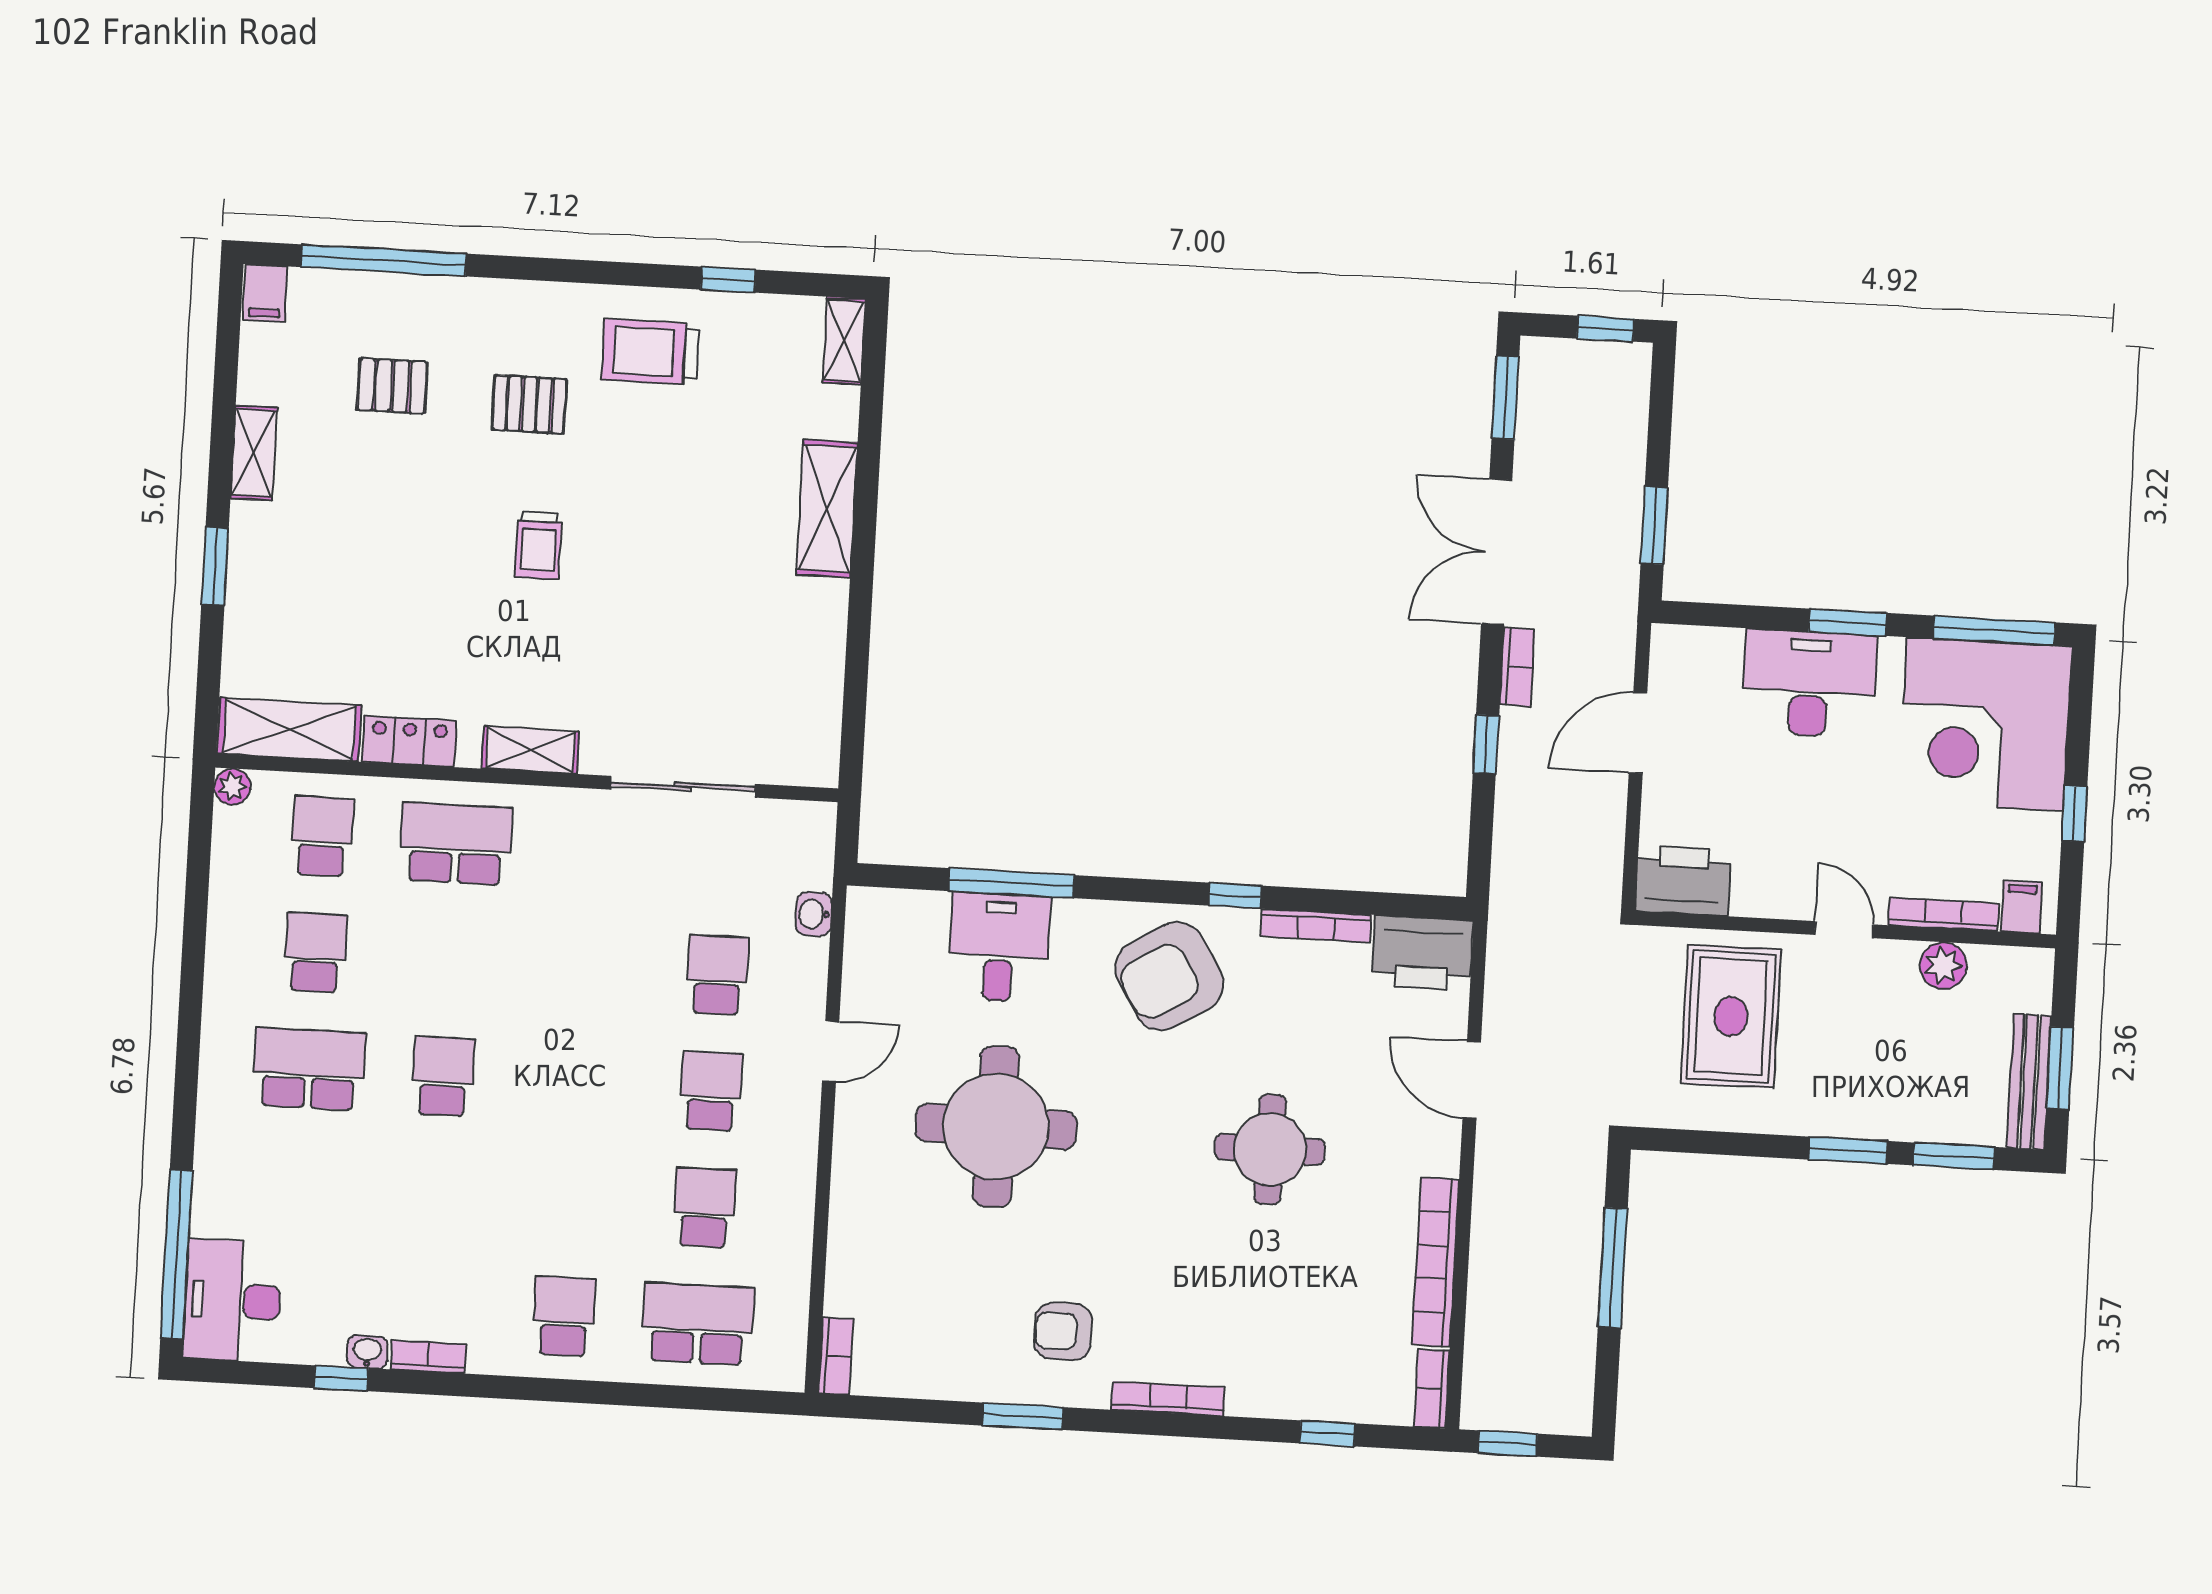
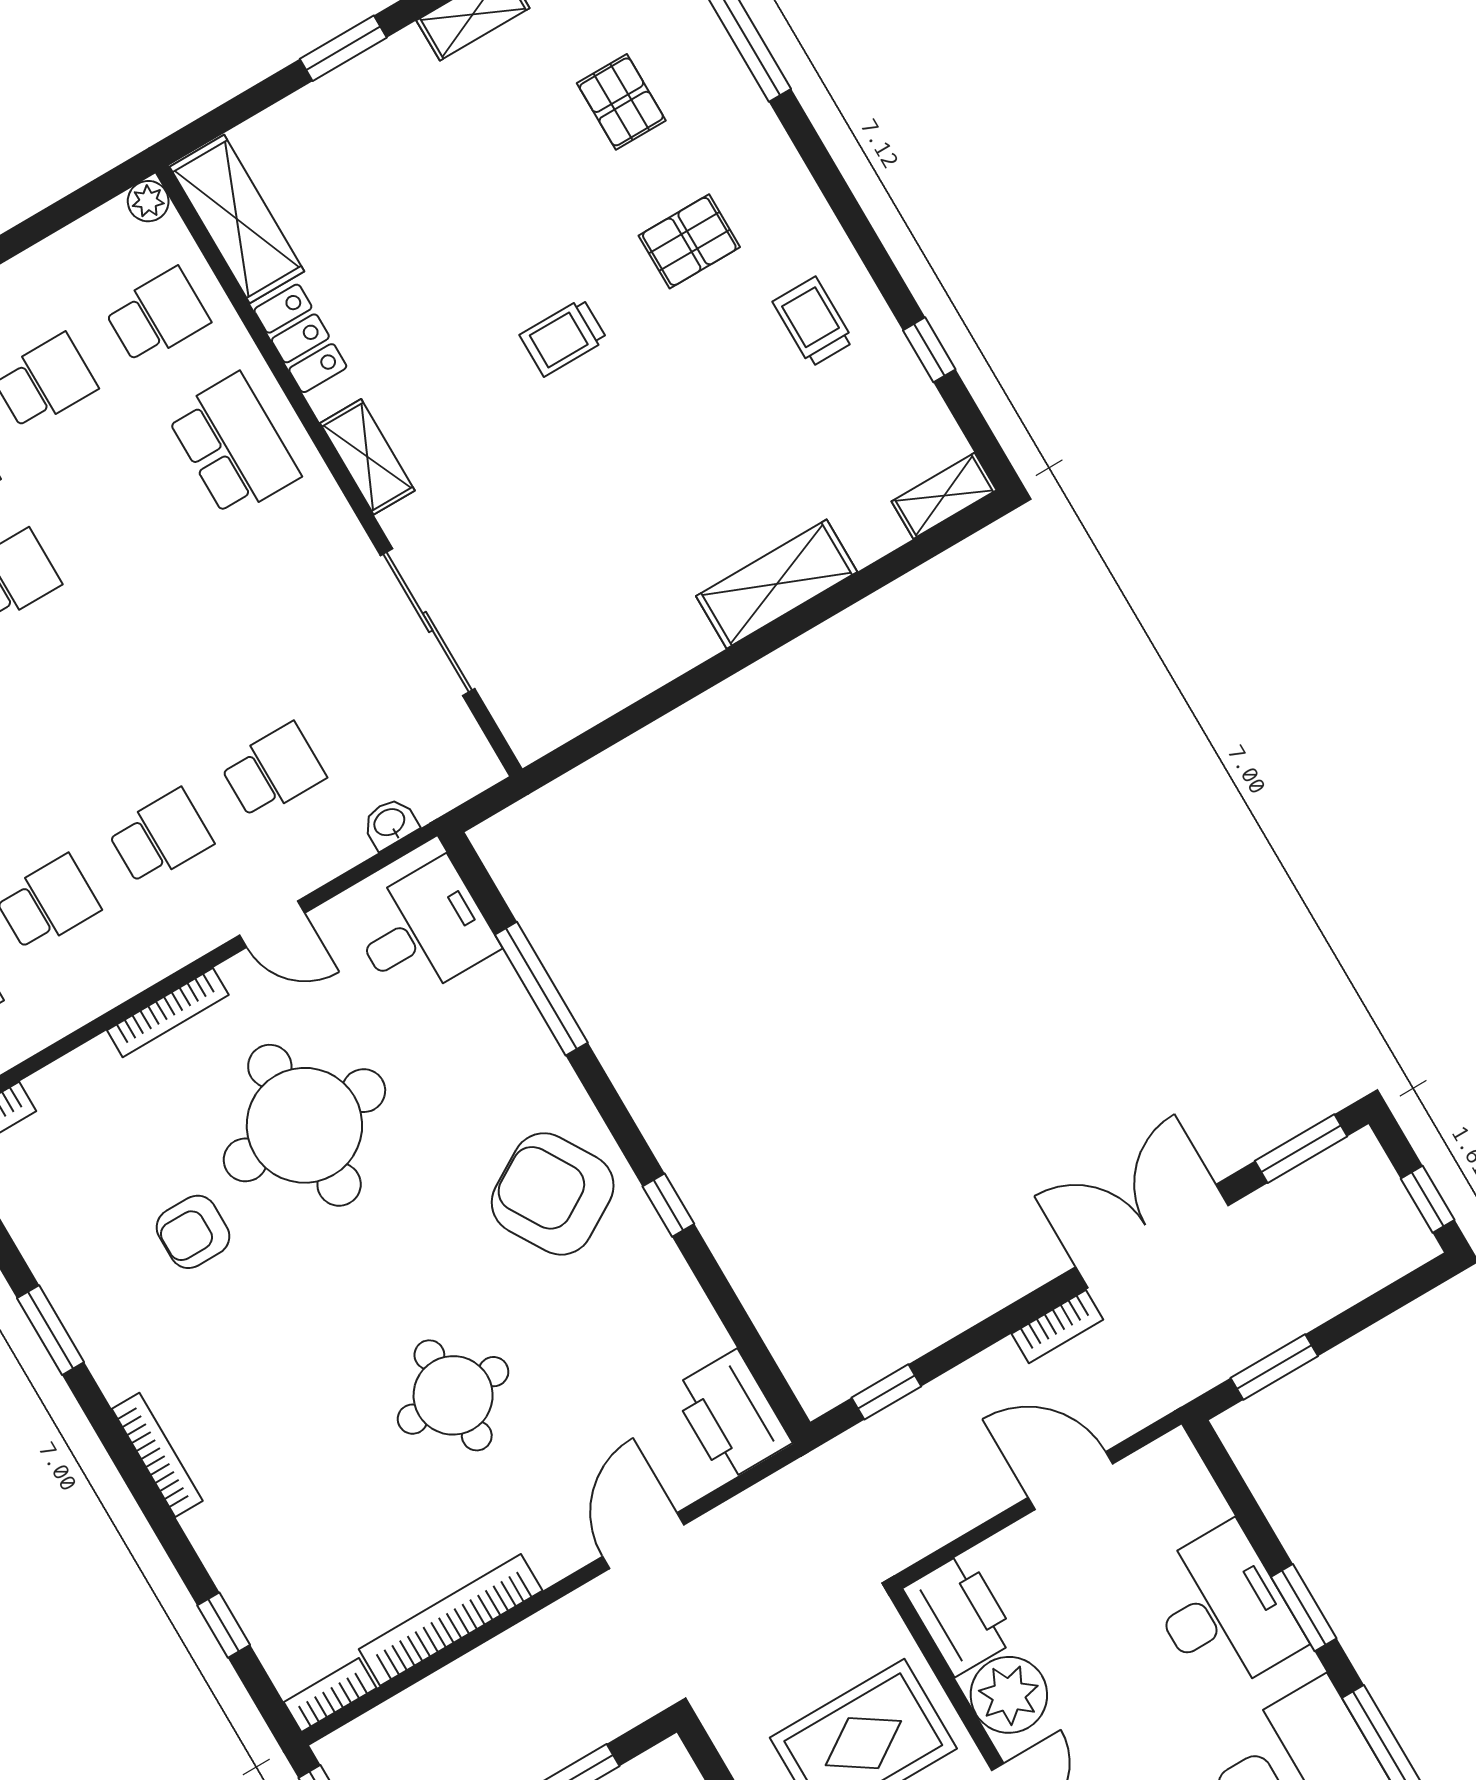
trolley: (650, 352) -> (813, 322), width x0.73, depth x0.72
pallet: (529, 404) -> (689, 241), turned 90
window: (1486, 744) -> (886, 1392), moved
plant: (1767, 884) -> (1009, 1695), added
bookcase: (1316, 926) -> (168, 1013), moved, turned -90
desk: (999, 947) -> (423, 931), moved
armchair: (1063, 1331) -> (193, 1232), moved, turned -90

